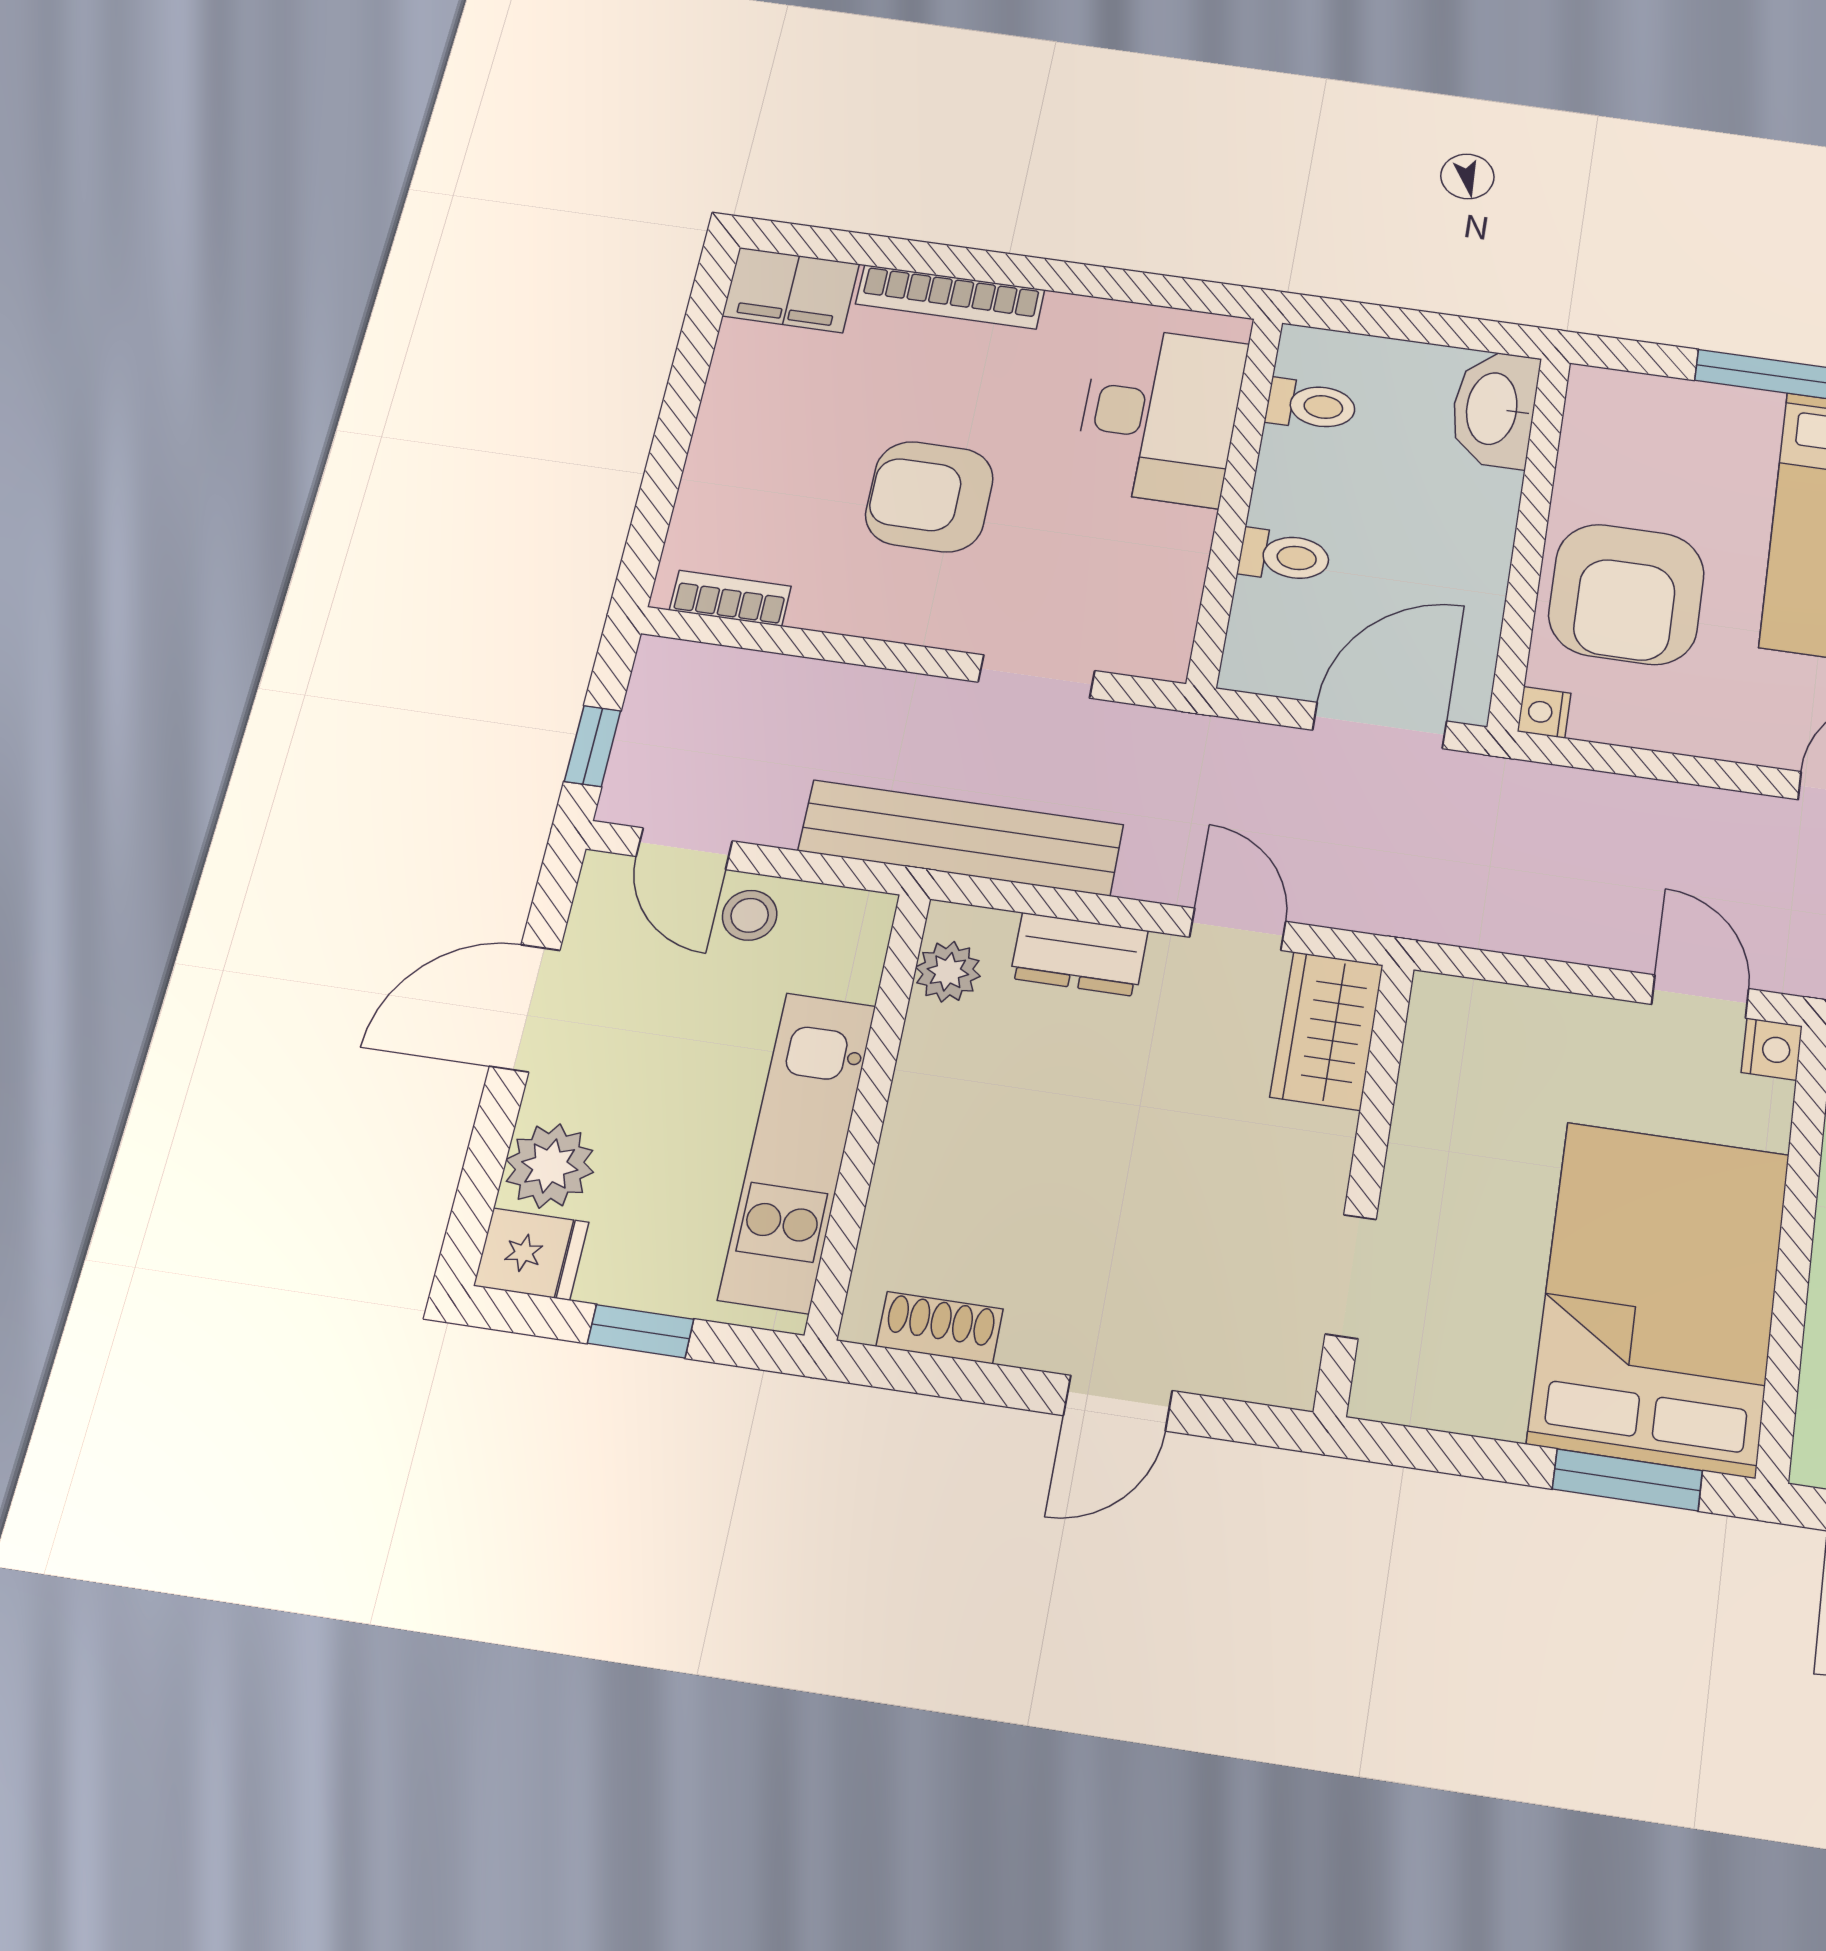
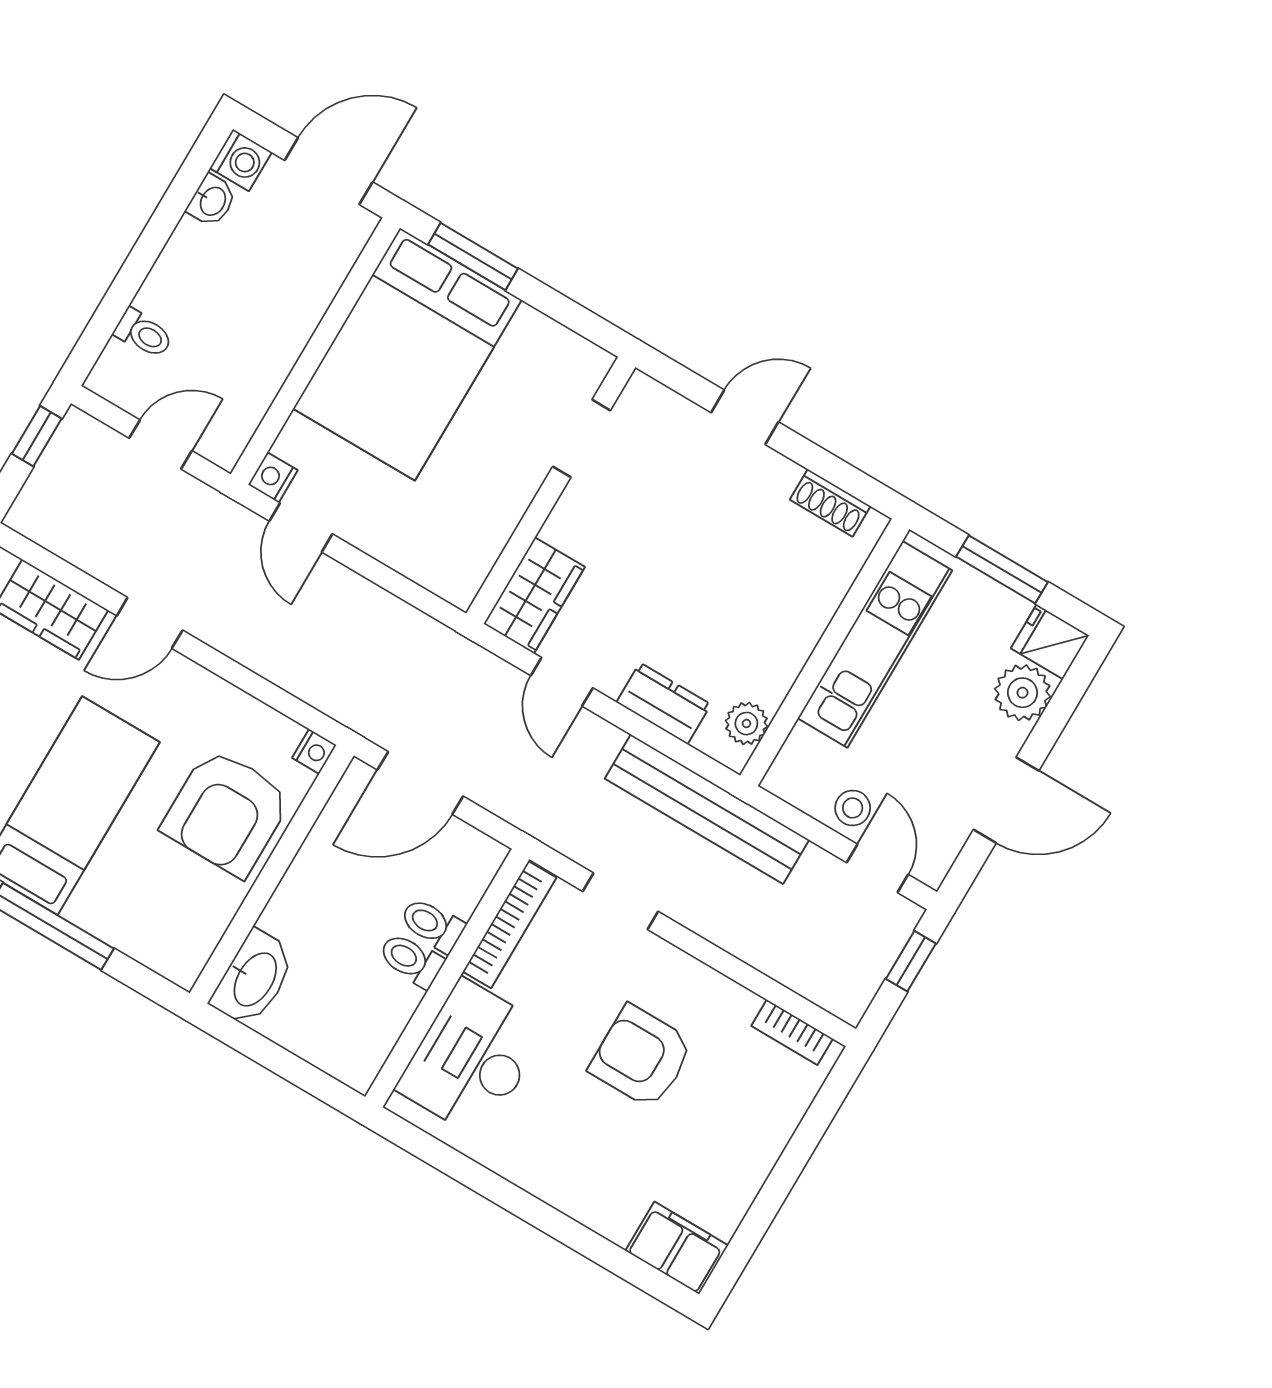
bookcase: (950, 297) -> (510, 925), moved, turned 90
toilet: (1311, 405) -> (411, 960), moved
armchair: (929, 497) -> (641, 1057), turned 180
armchair: (1626, 594) -> (227, 812), turned 180
window: (641, 1331) -> (1002, 569), width x1.50

